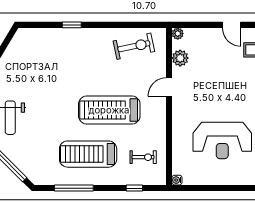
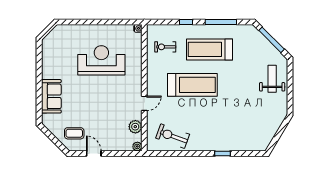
exercise bike: (134, 46) -> (173, 136), turned 32
treadmill: (88, 154) -> (209, 49), turned 180
window: (134, 188) -> (186, 22), moved

